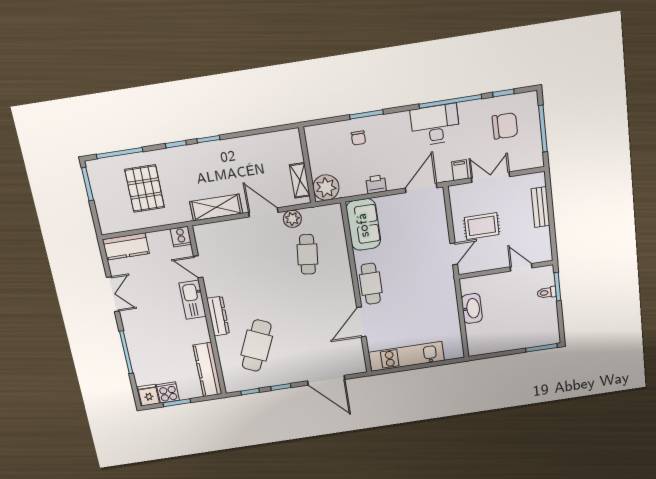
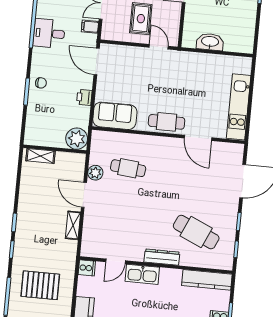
desk: (435, 125) -> (49, 33), width x0.73
chair: (358, 138) -> (41, 83), moved
shelving: (300, 180) -> (40, 156), moved
shelving: (216, 207) -> (73, 225), width x0.67, depth x0.75
door: (263, 212) -> (84, 195), hinge flipped

